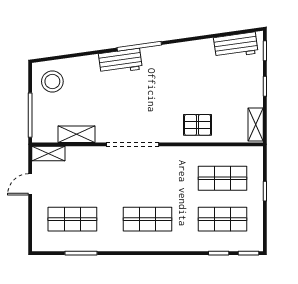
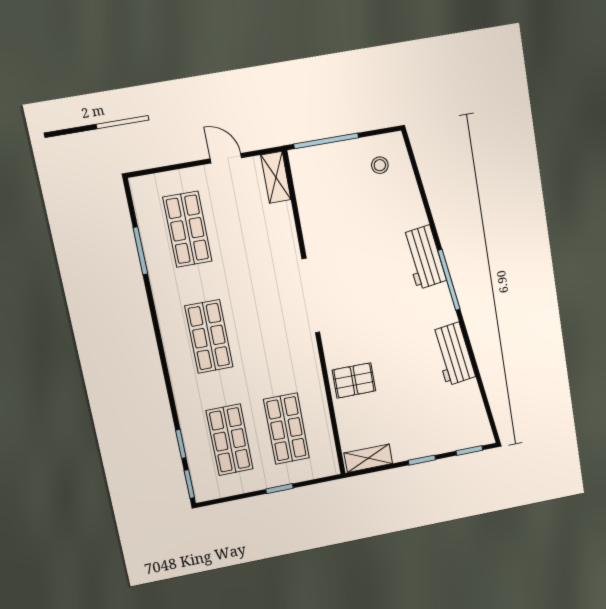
workbench: (236, 45) -> (453, 354), moved
stool: (52, 81) -> (380, 165), width x0.53, depth x0.53
pallet: (198, 125) -> (354, 380), turned 90
shelving: (77, 134) -> (311, 213), removed

